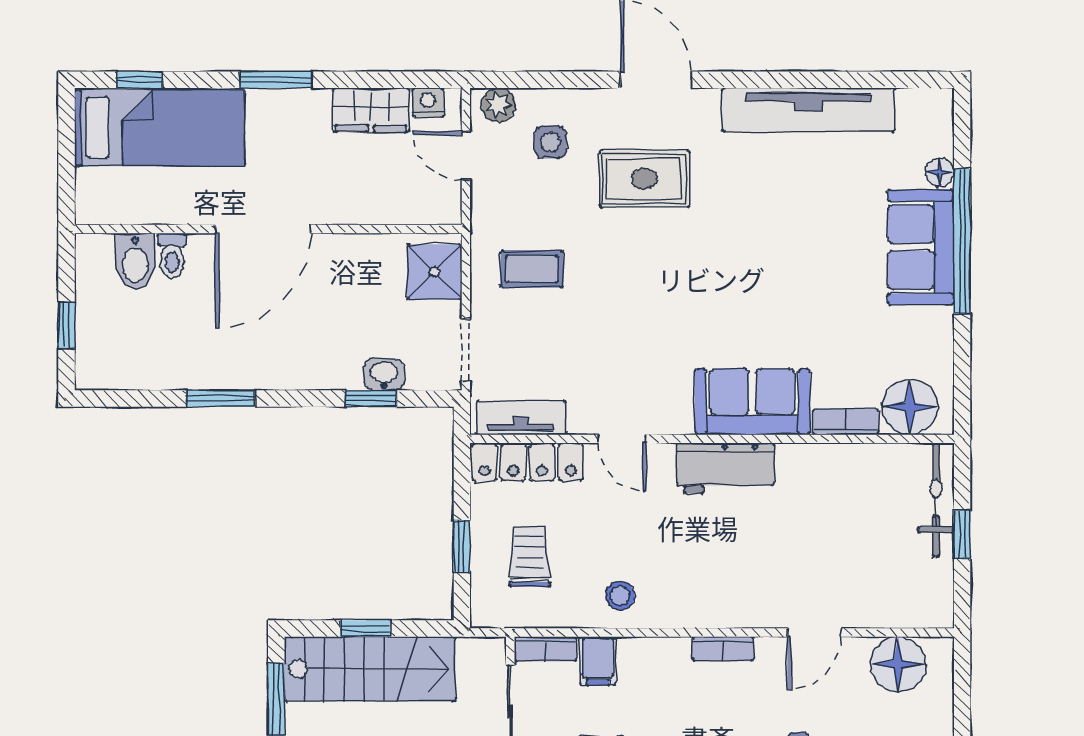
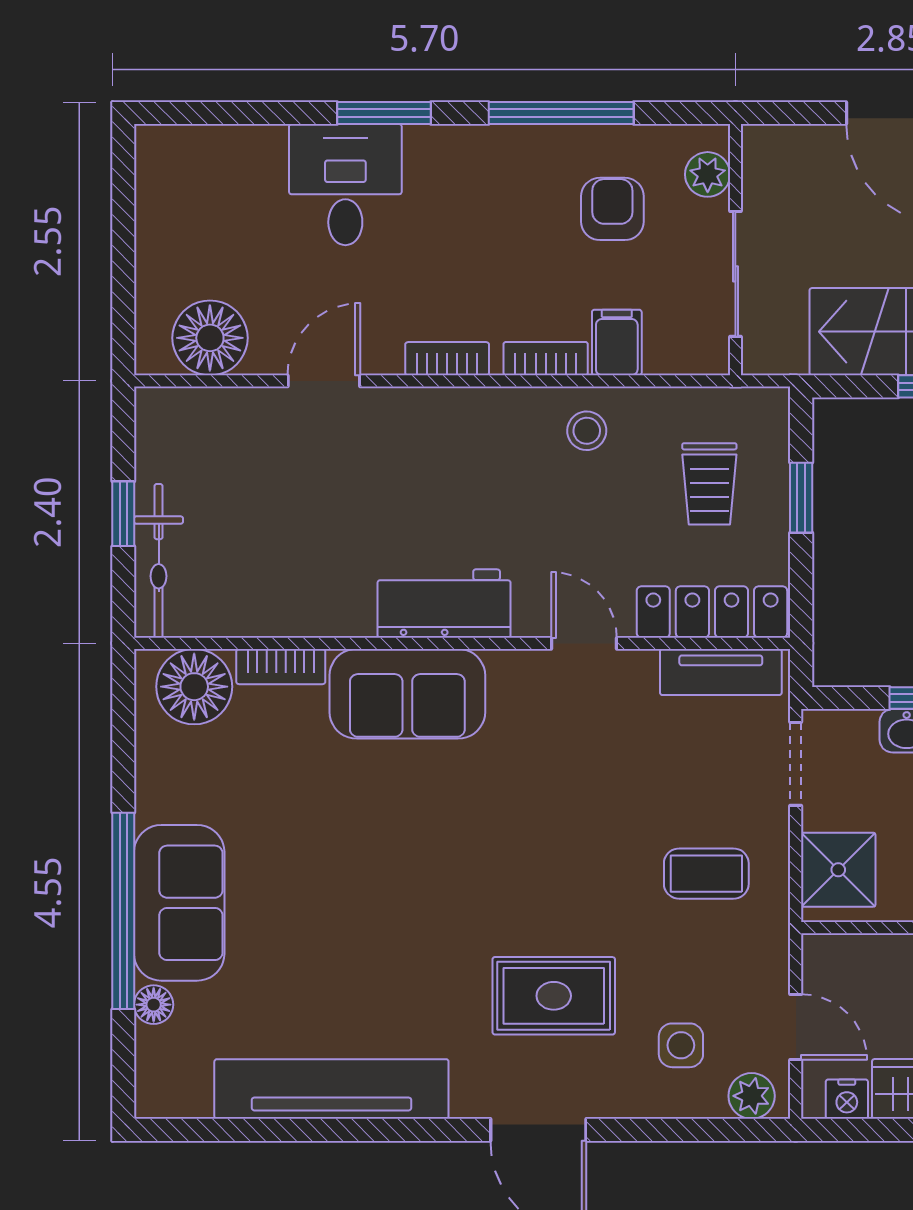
bookcase: (545, 649) -> (546, 359), moved

